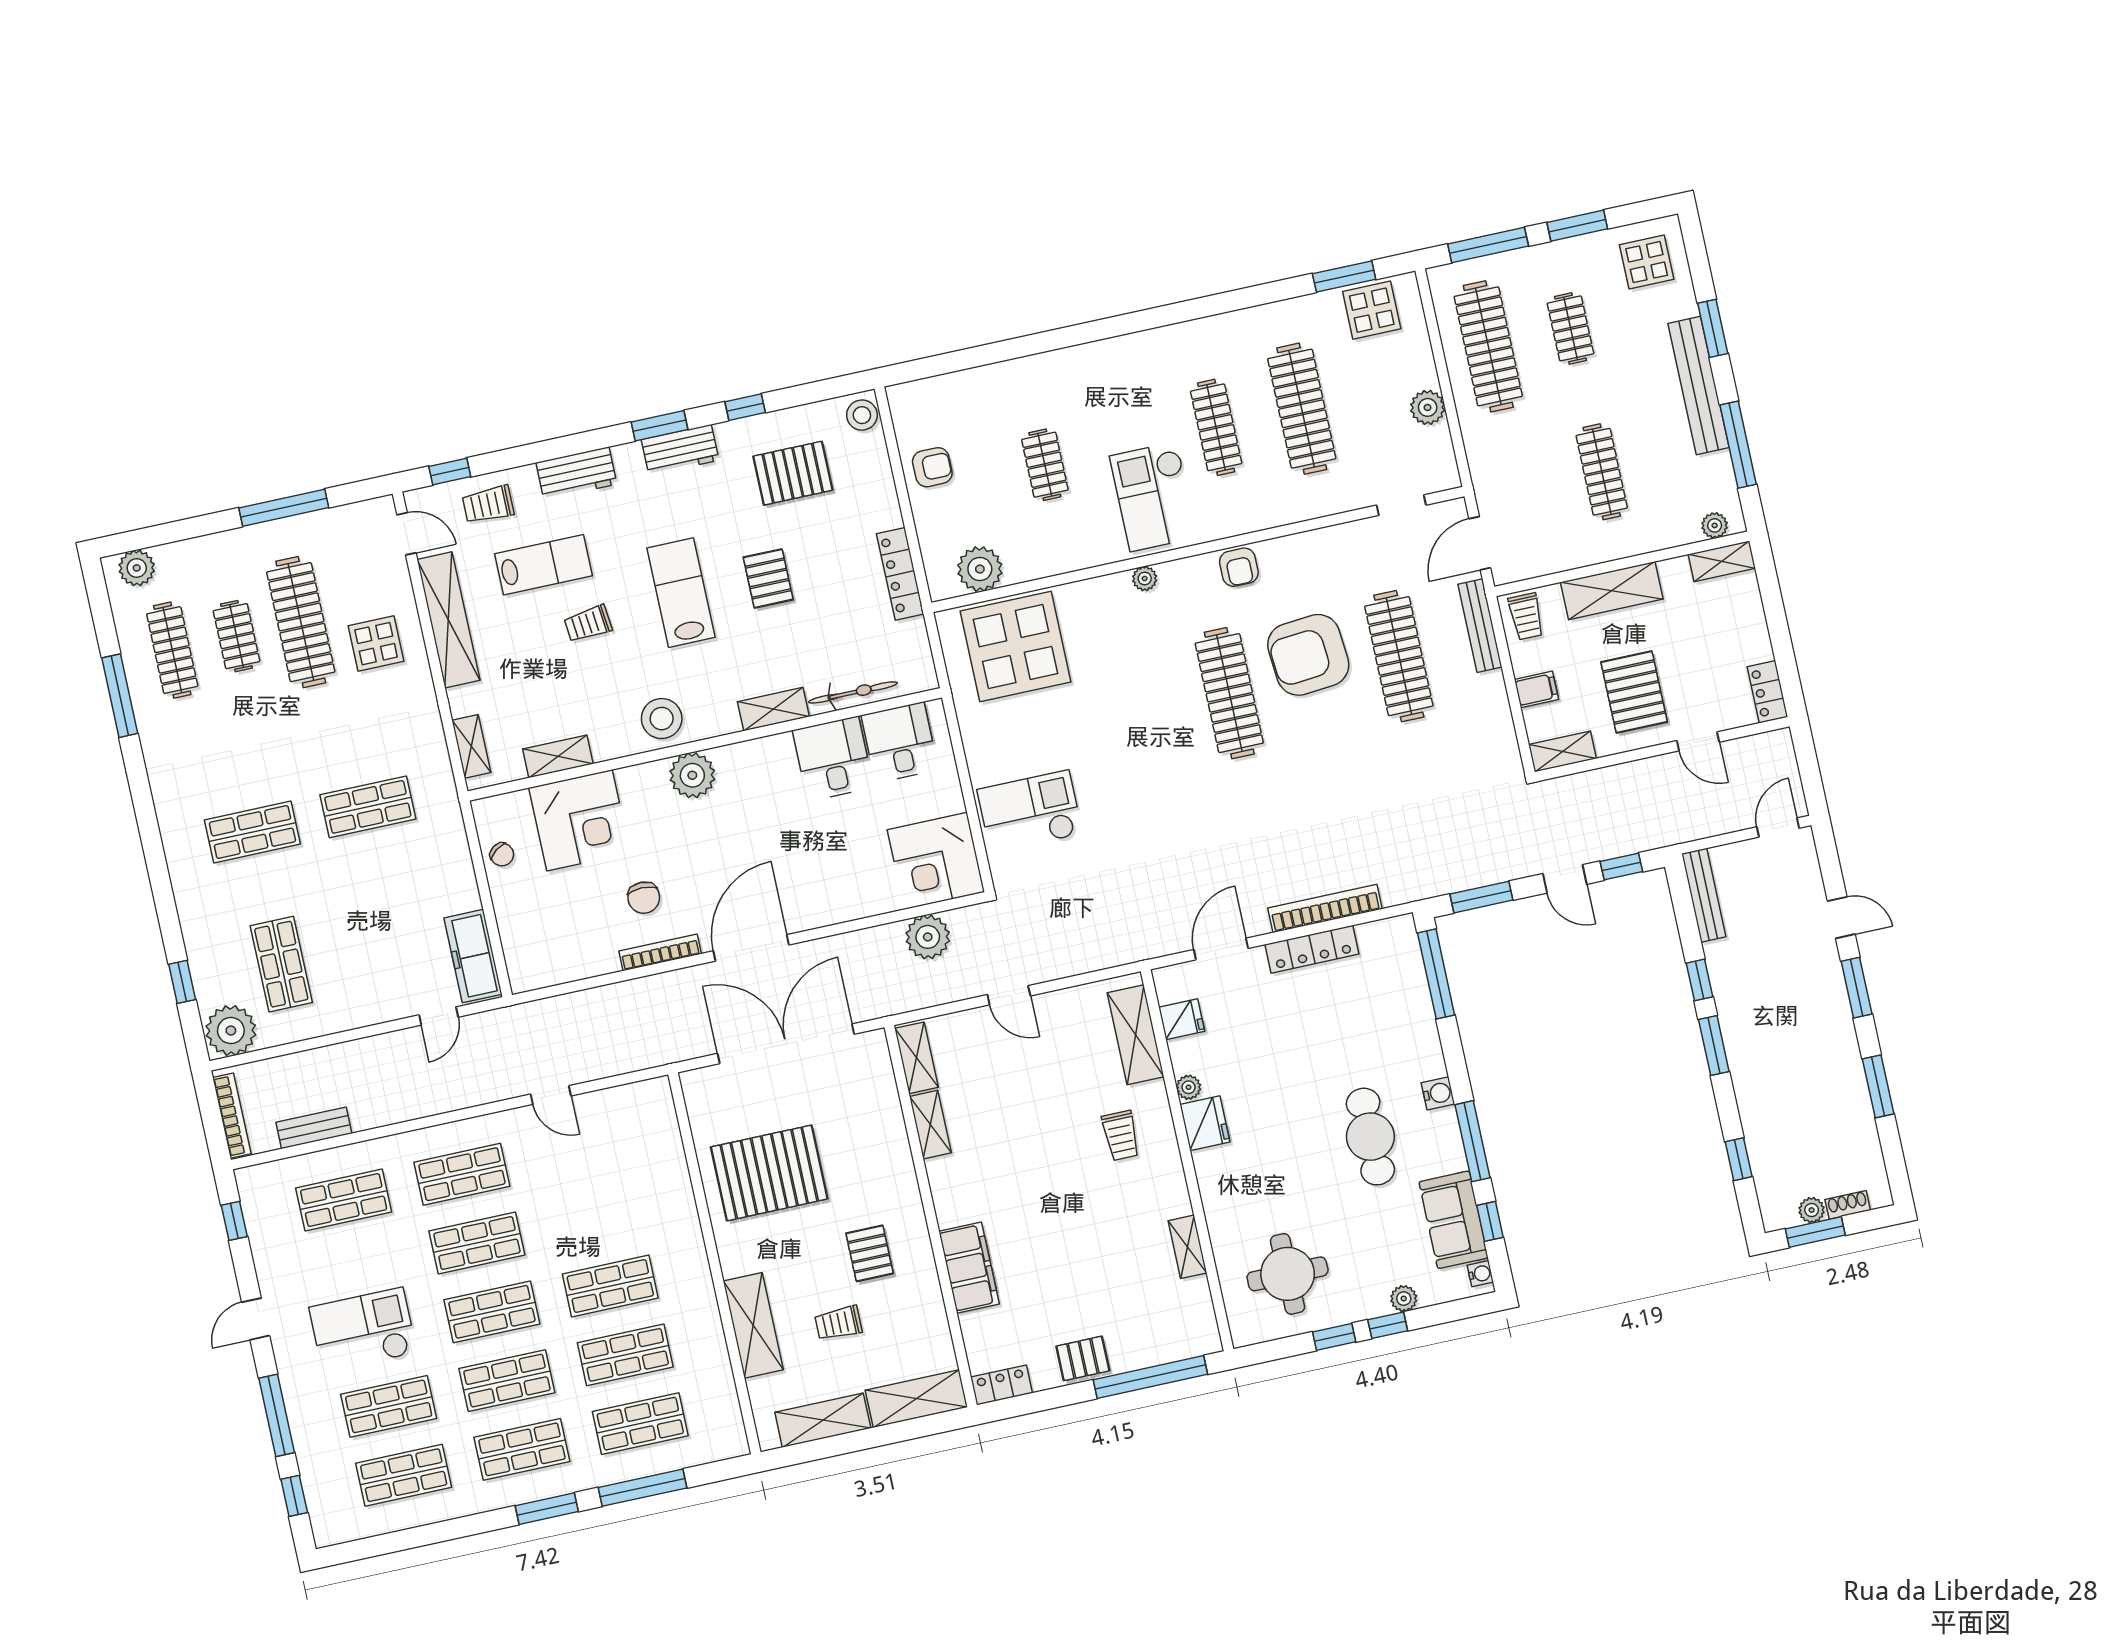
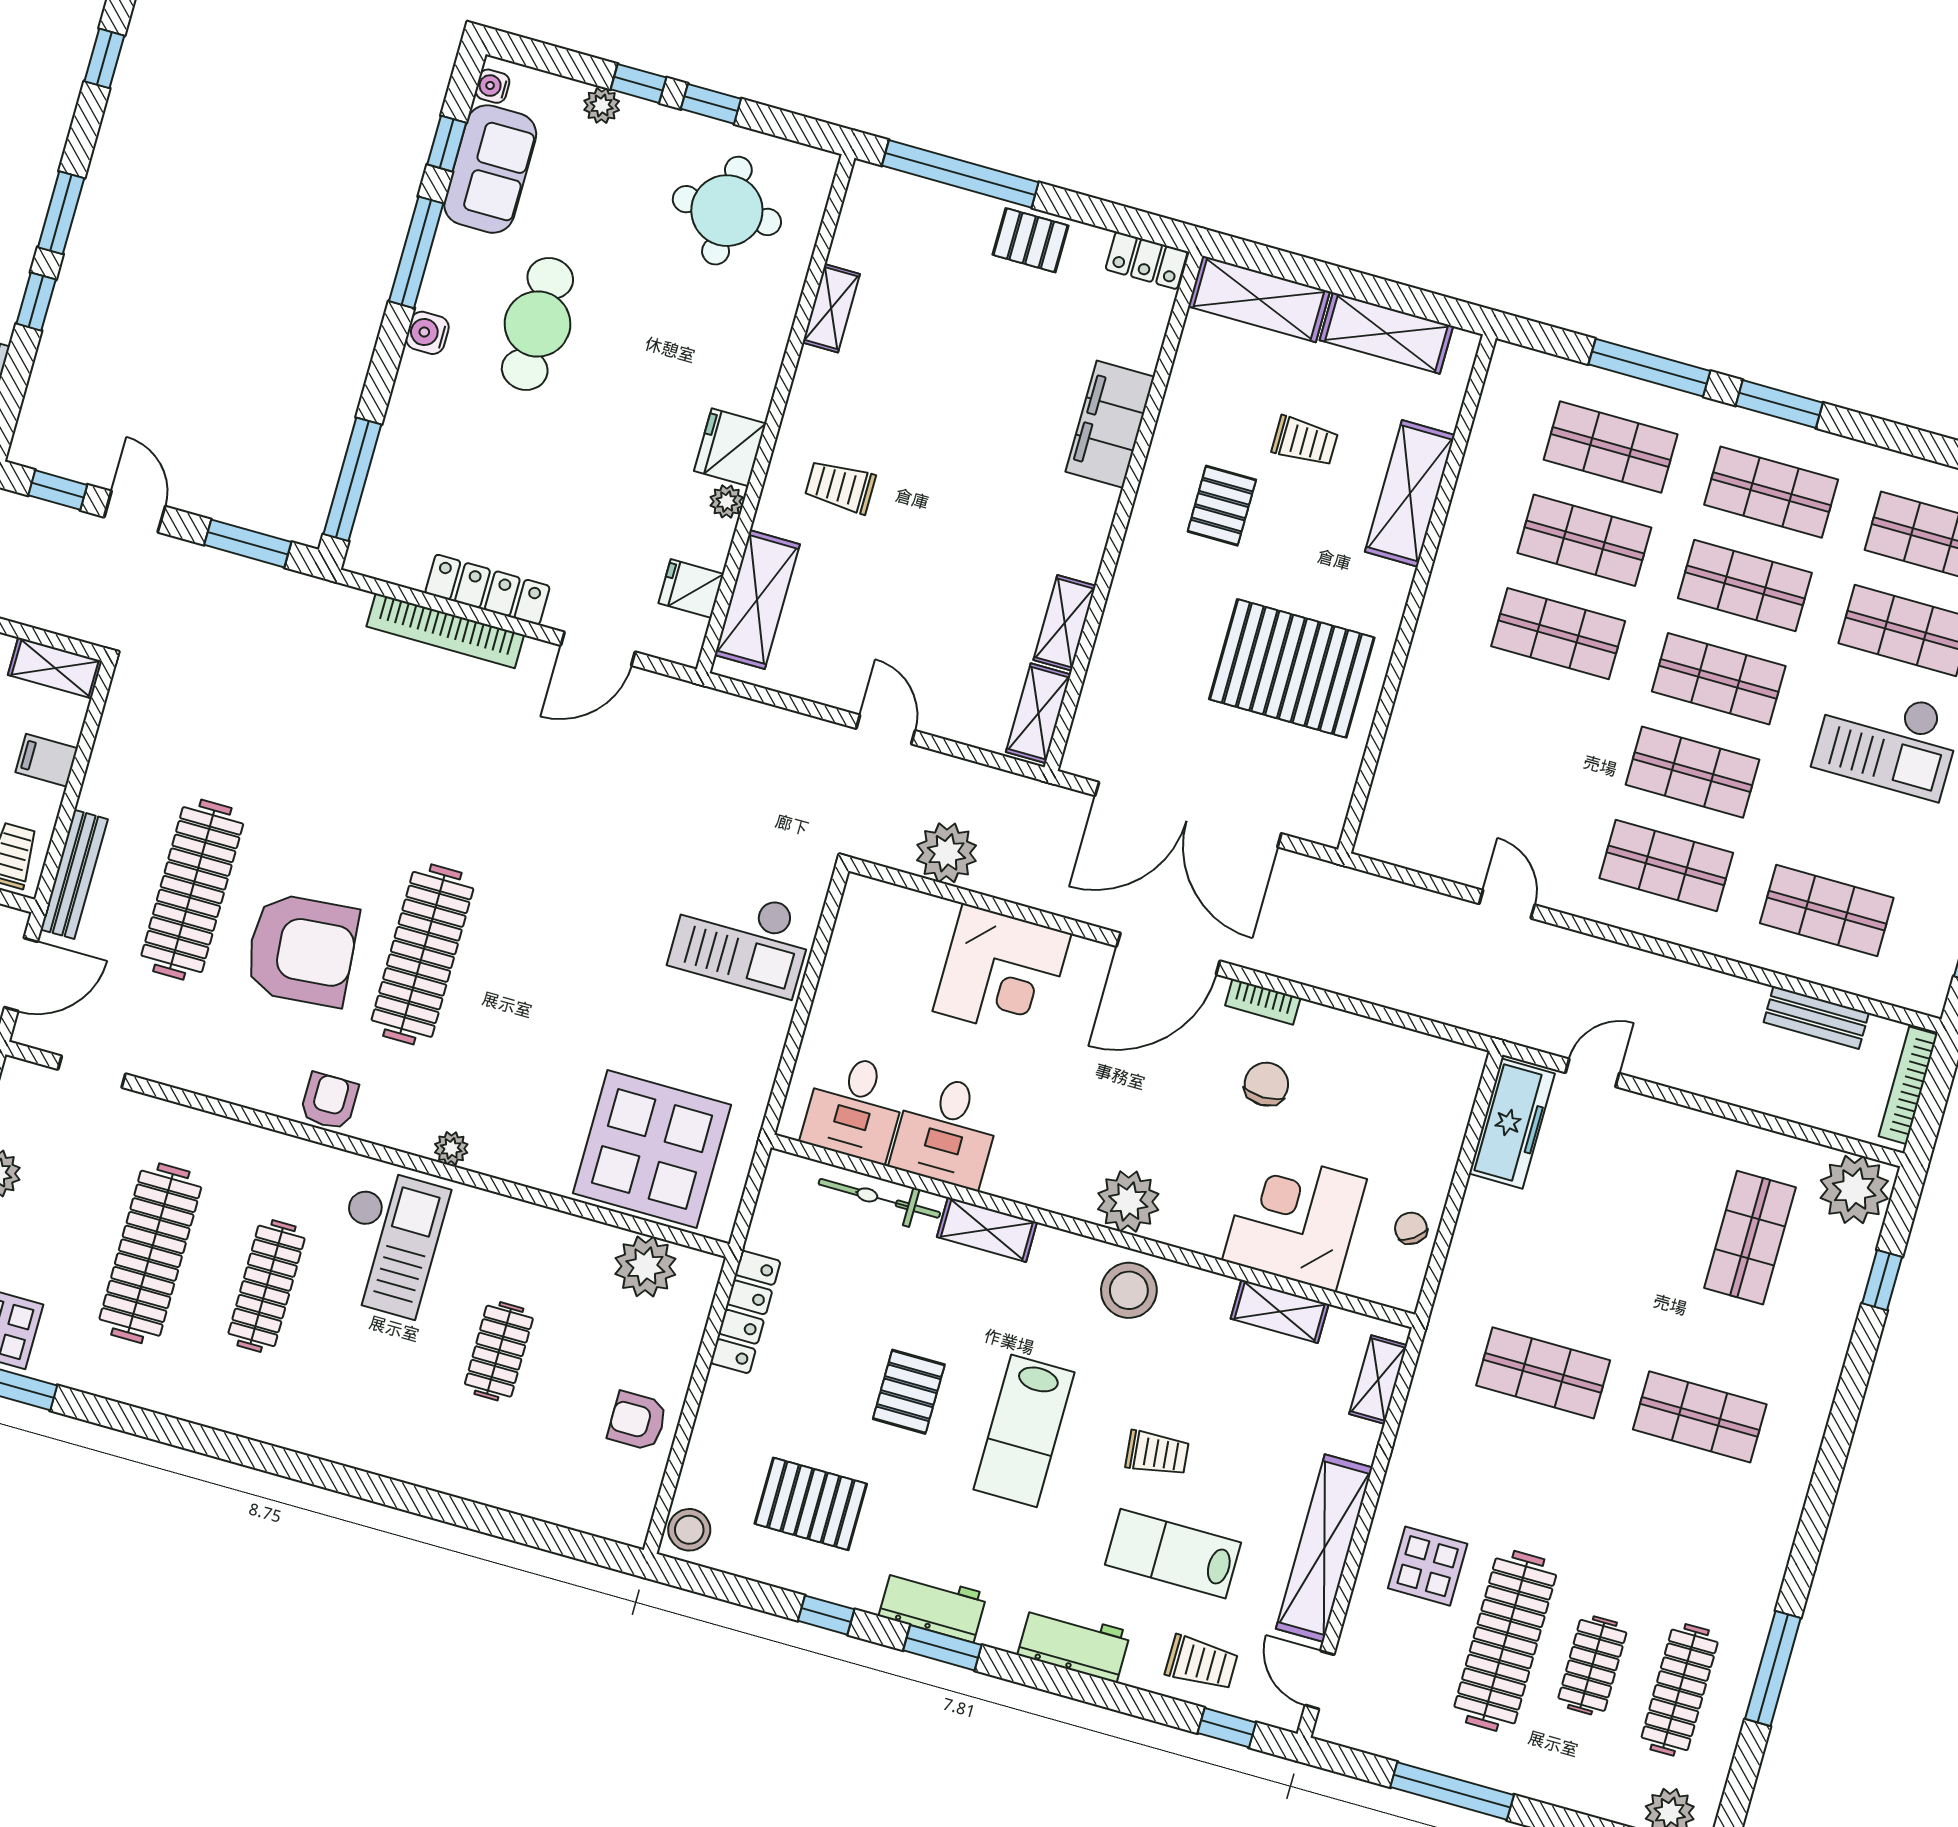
corner desk: (936, 861) -> (1002, 972), moved, turned 90
bookcase: (660, 952) -> (1263, 1002), width x0.64
trolley: (1121, 1135) -> (840, 487), turned -90

